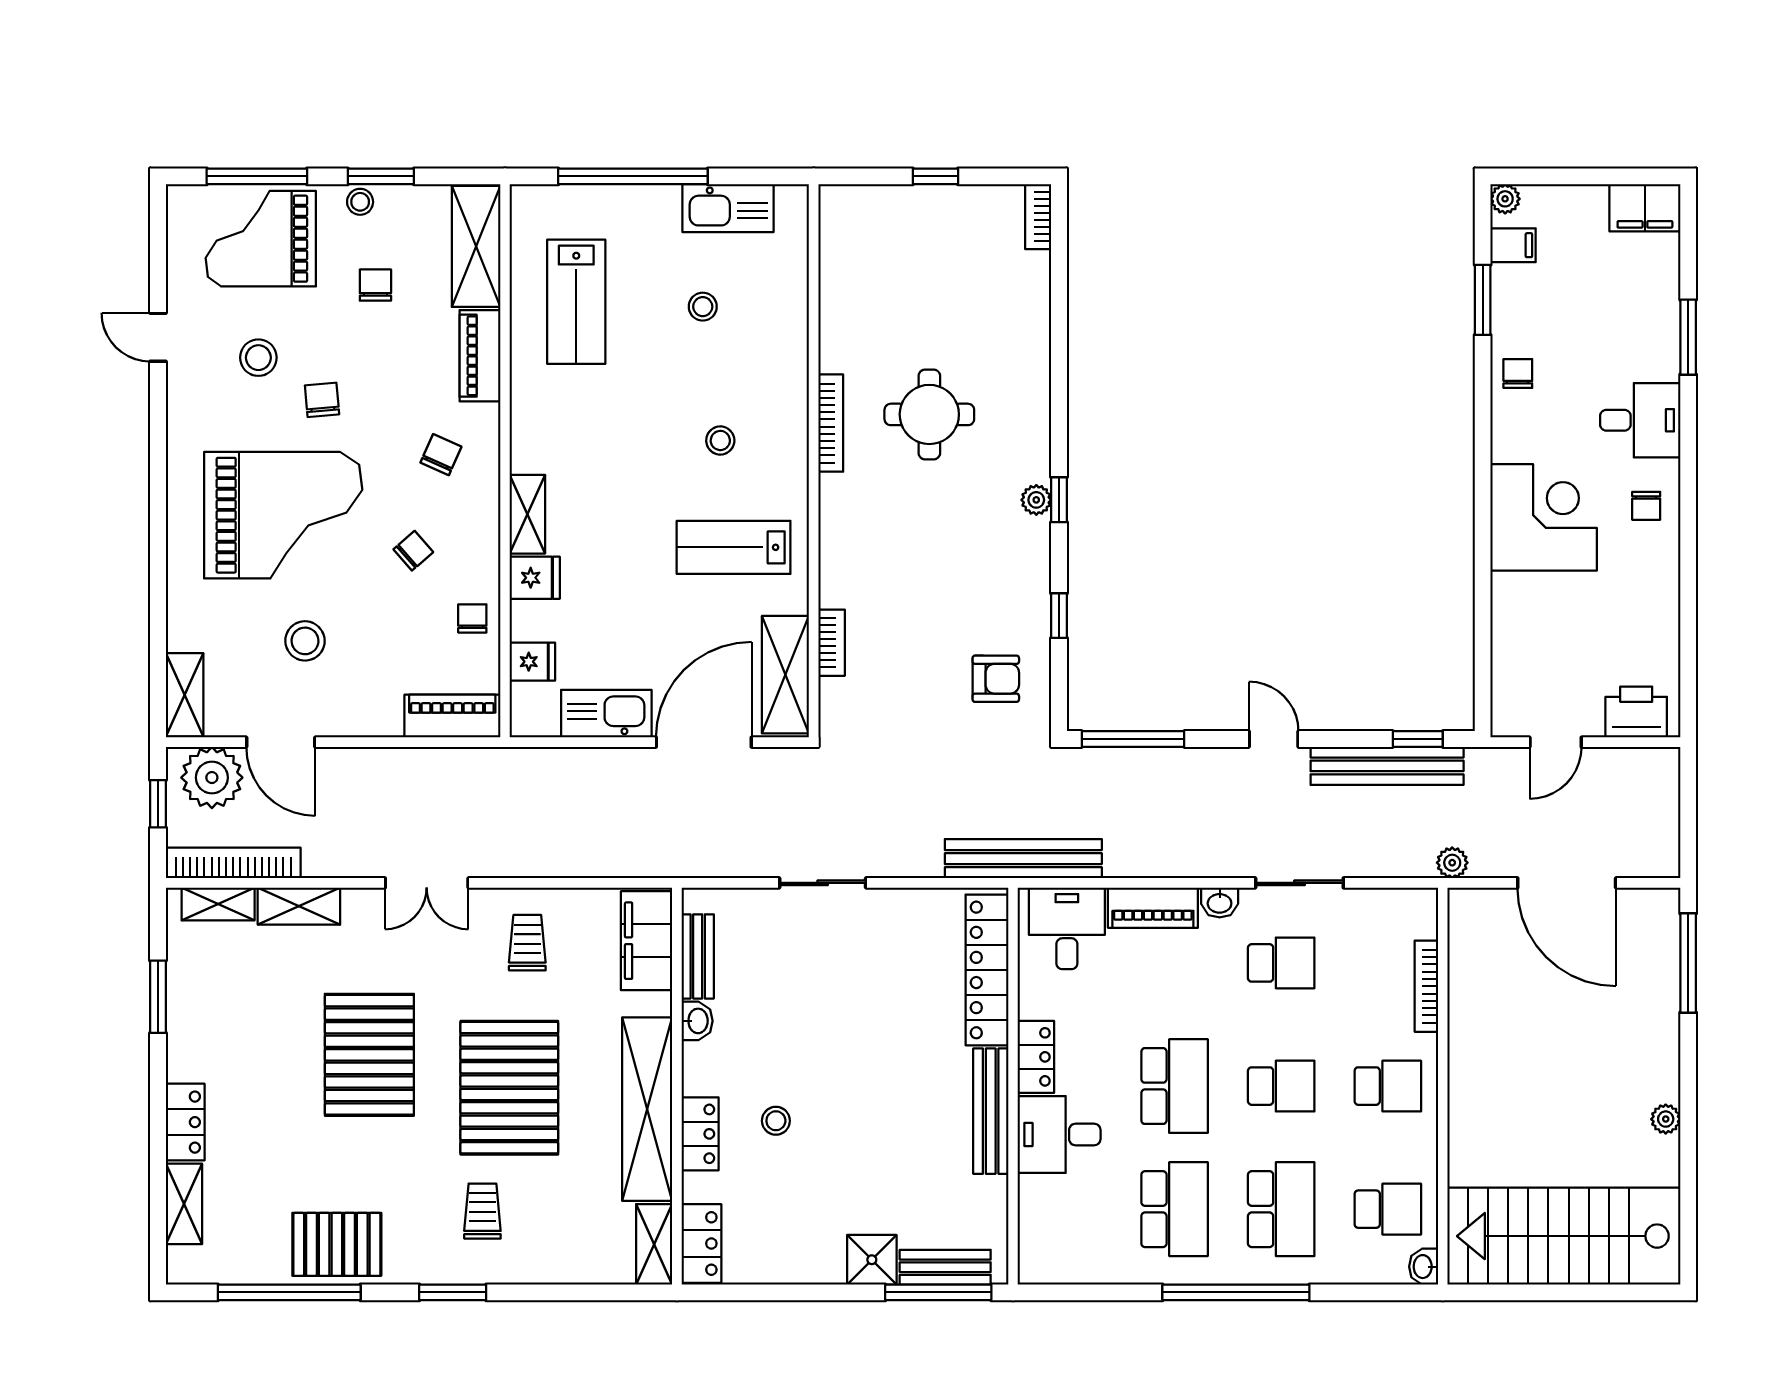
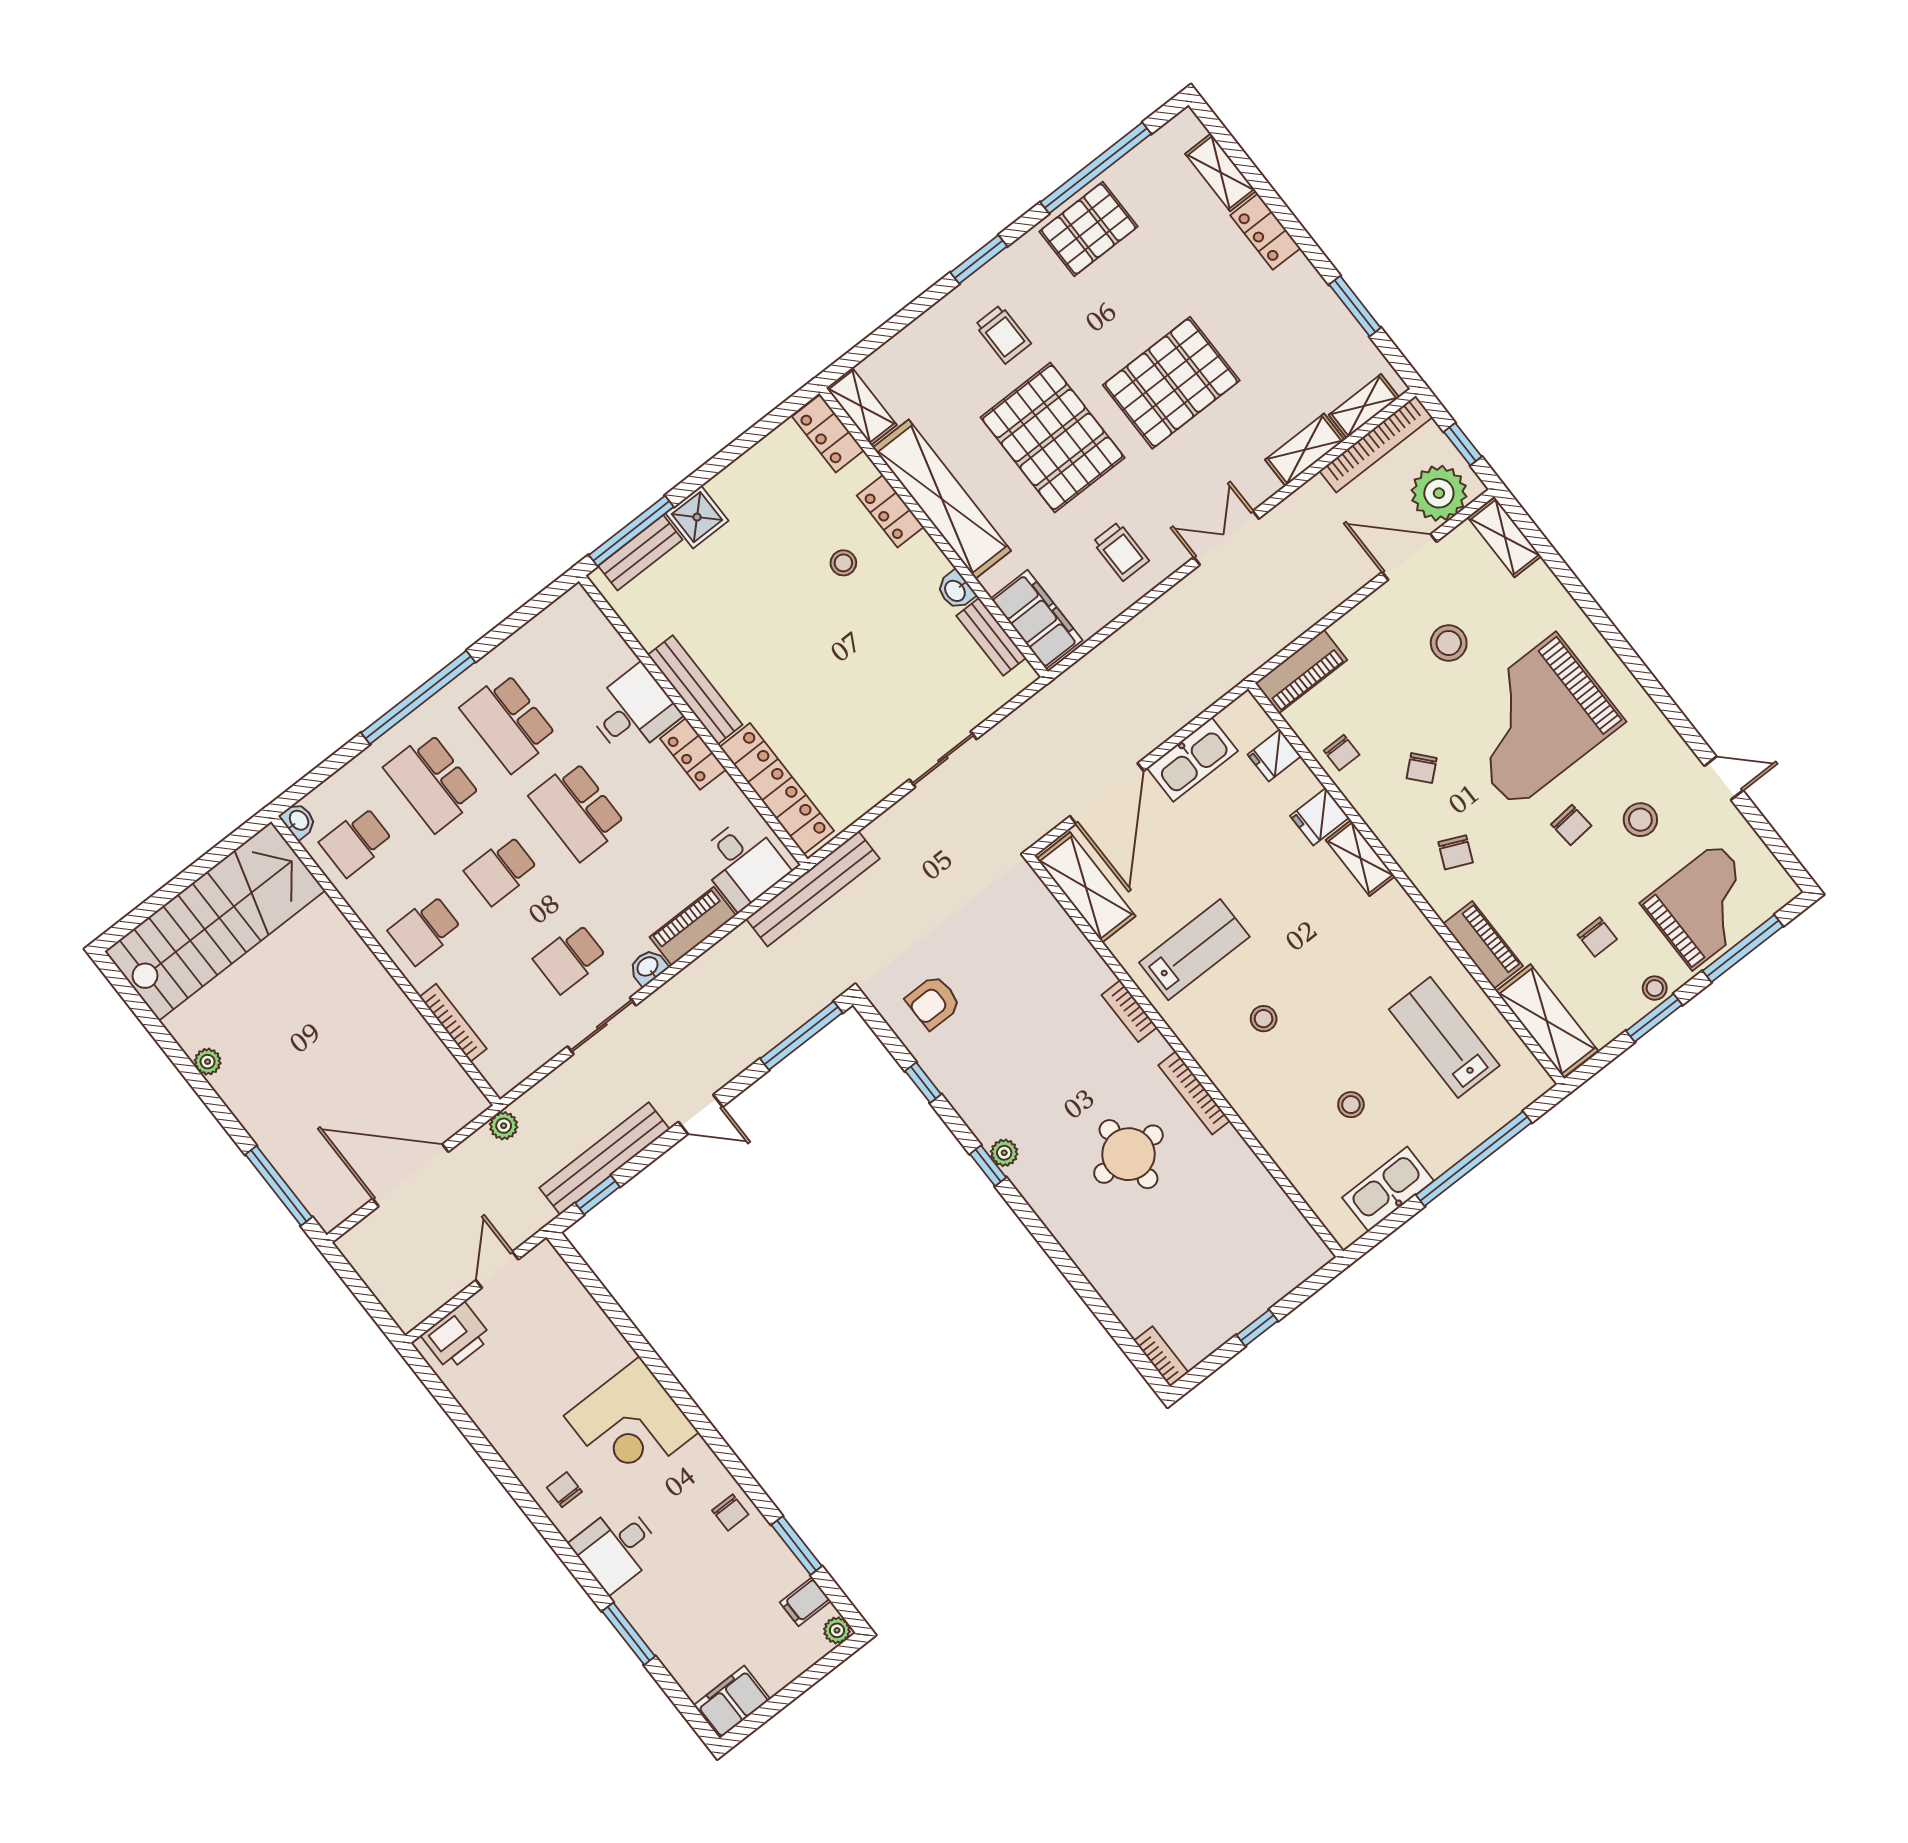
bookcase: (832, 643) -> (1129, 1011), moved
pallet: (369, 1055) -> (1171, 383), turned 90

